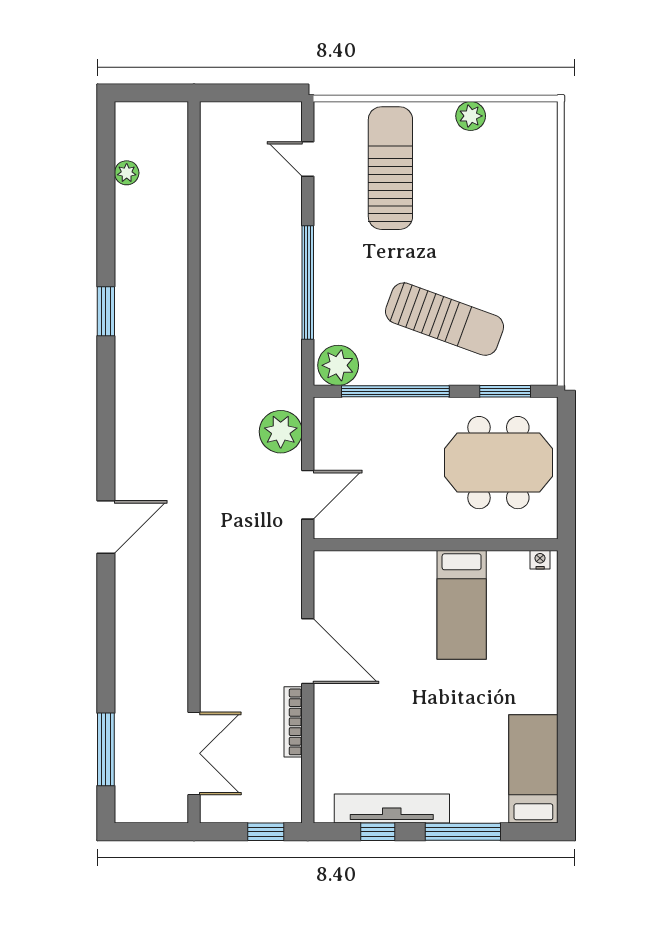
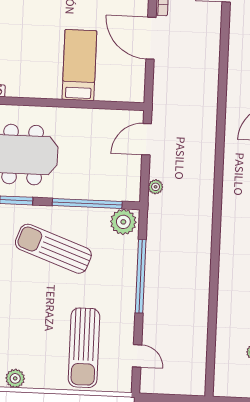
plant: (471, 116) -> (15, 378), moved
plant: (281, 432) -> (156, 187), width x0.53, depth x0.53
bed: (462, 605) -> (79, 65), moved

